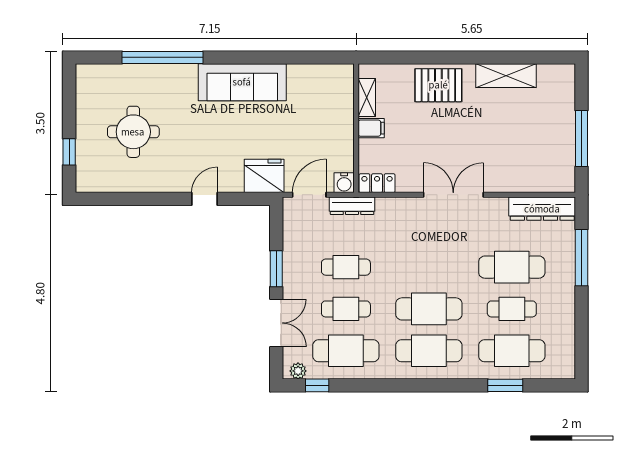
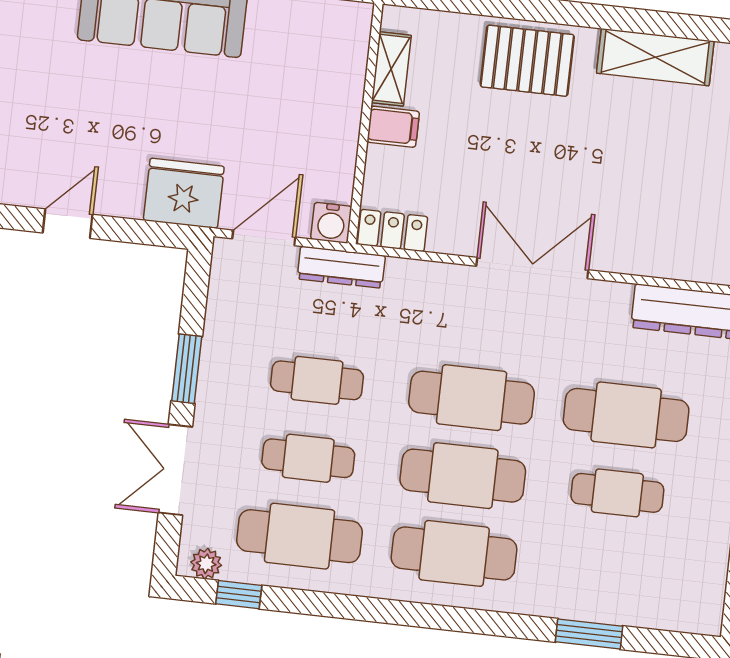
double door: (276, 323) -> (175, 470), swing flipped
cafe table: (512, 351) -> (472, 398), moved

